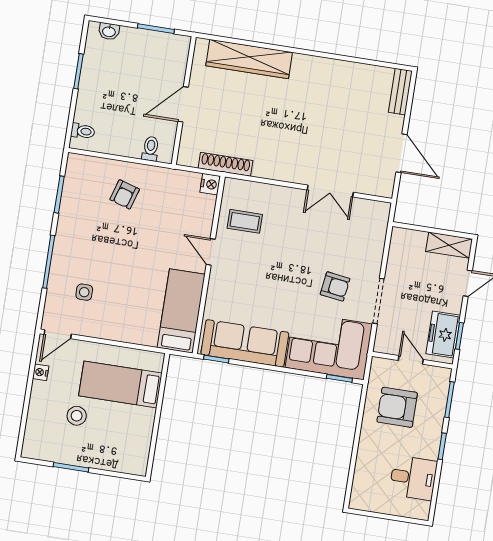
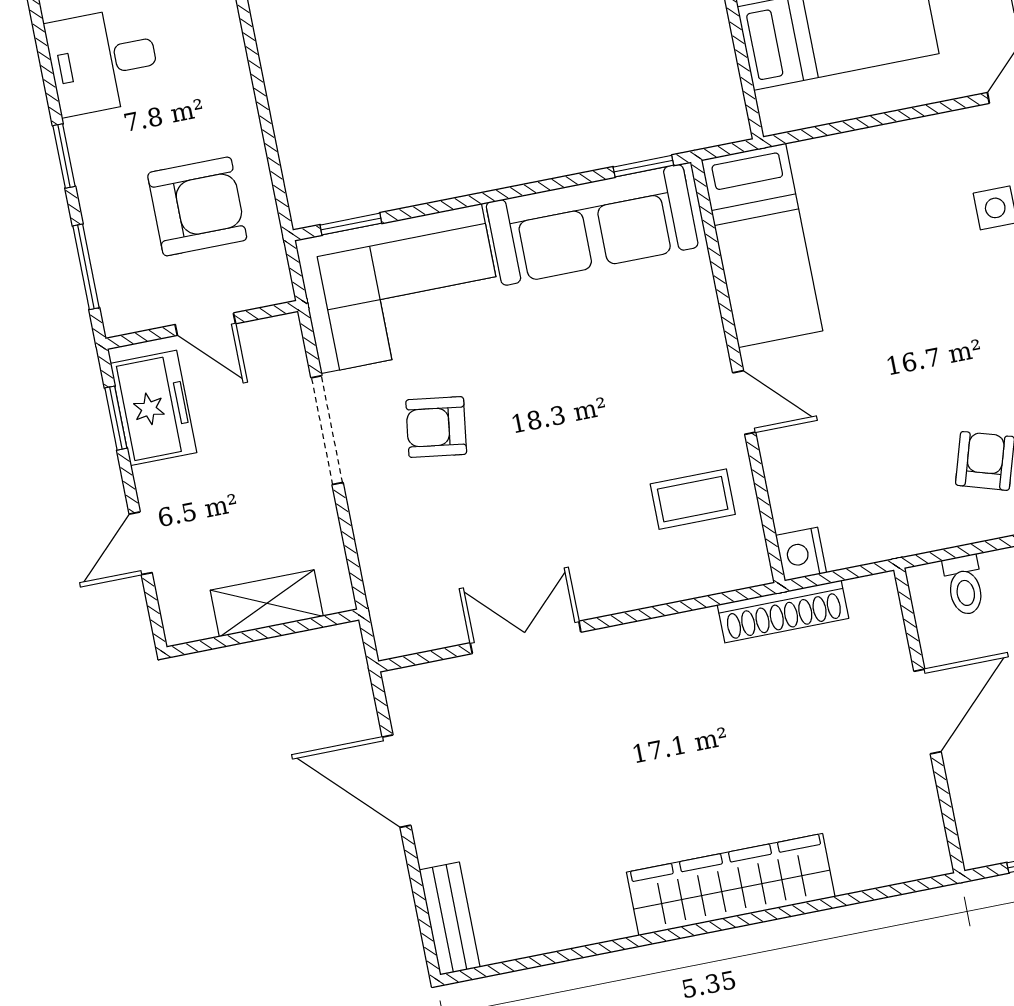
wardrobe: (249, 59) -> (731, 885), moved
shelving: (449, 245) -> (267, 603), moved

